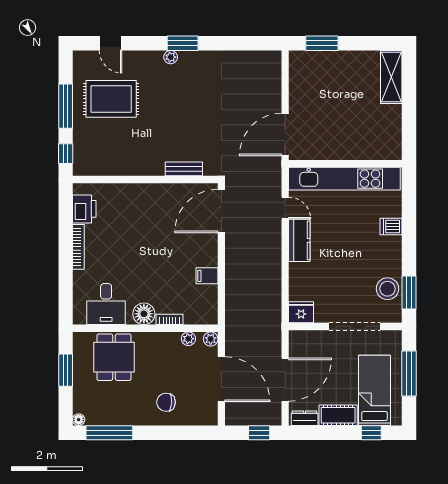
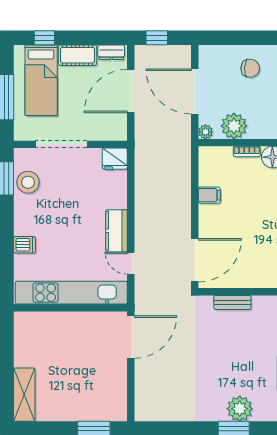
plant: (171, 57) -> (240, 409), width x1.88, depth x1.88
plant: (188, 339) -> (234, 126), width x1.88, depth x1.88

